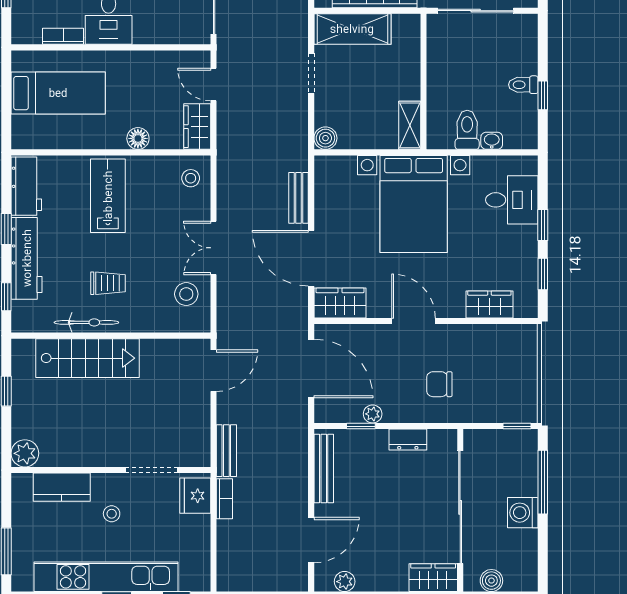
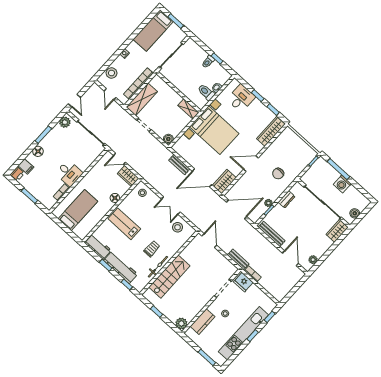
wardrobe: (489, 304) -> (271, 131), width x1.50

